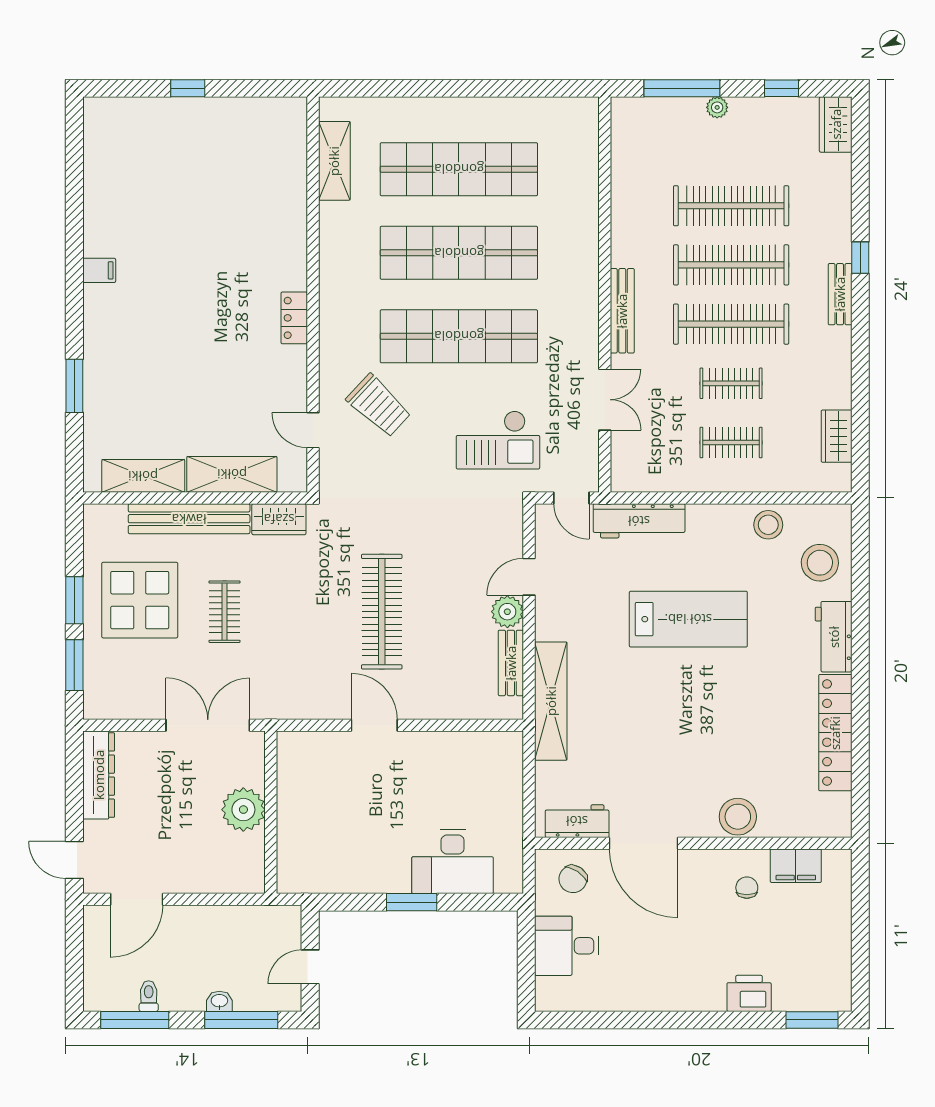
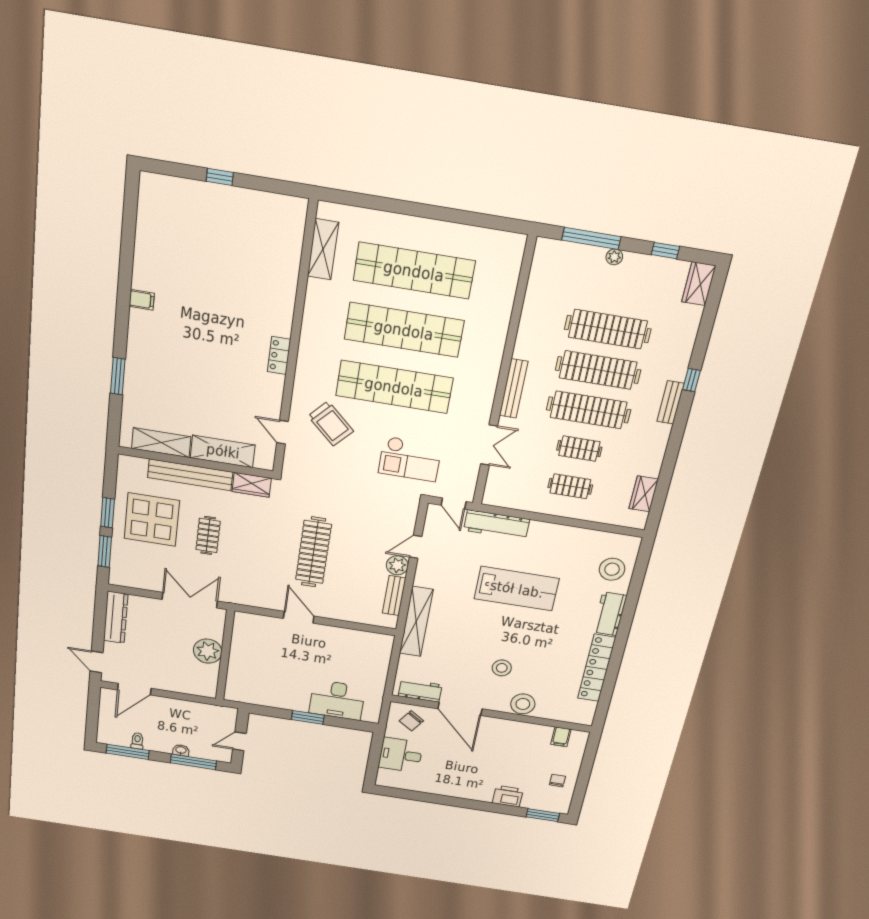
stool: (768, 525) -> (502, 668), moved
filing cabinet: (796, 866) -> (561, 737), width x0.50
chair: (747, 888) -> (557, 781), moved

